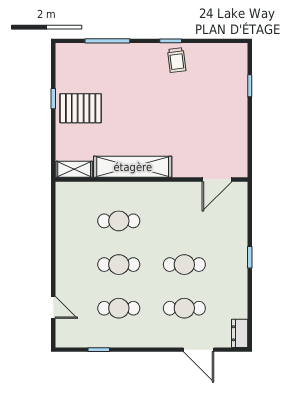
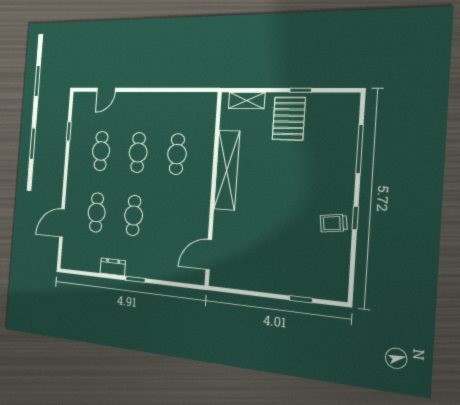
shelving: (74, 169) -> (247, 100), moved, turned 90
door: (217, 179) -> (209, 255), hinge flipped
dresser: (240, 333) -> (113, 267), moved

